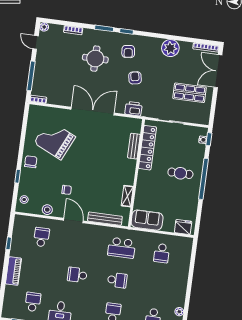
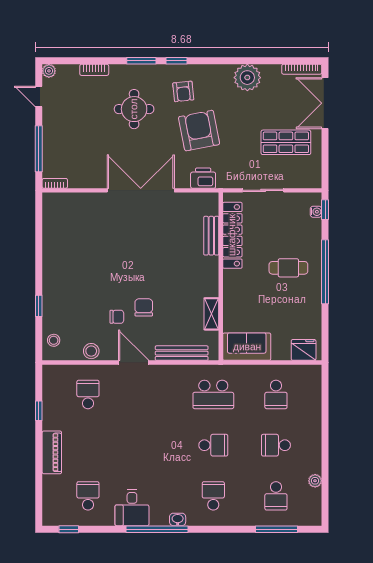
armchair: (135, 78) -> (199, 131), width x1.88, depth x1.88
grand piano: (55, 140) -> (88, 242), removed
chair: (31, 162) -> (144, 307), moved
school desk: (77, 275) -> (276, 445), moved

